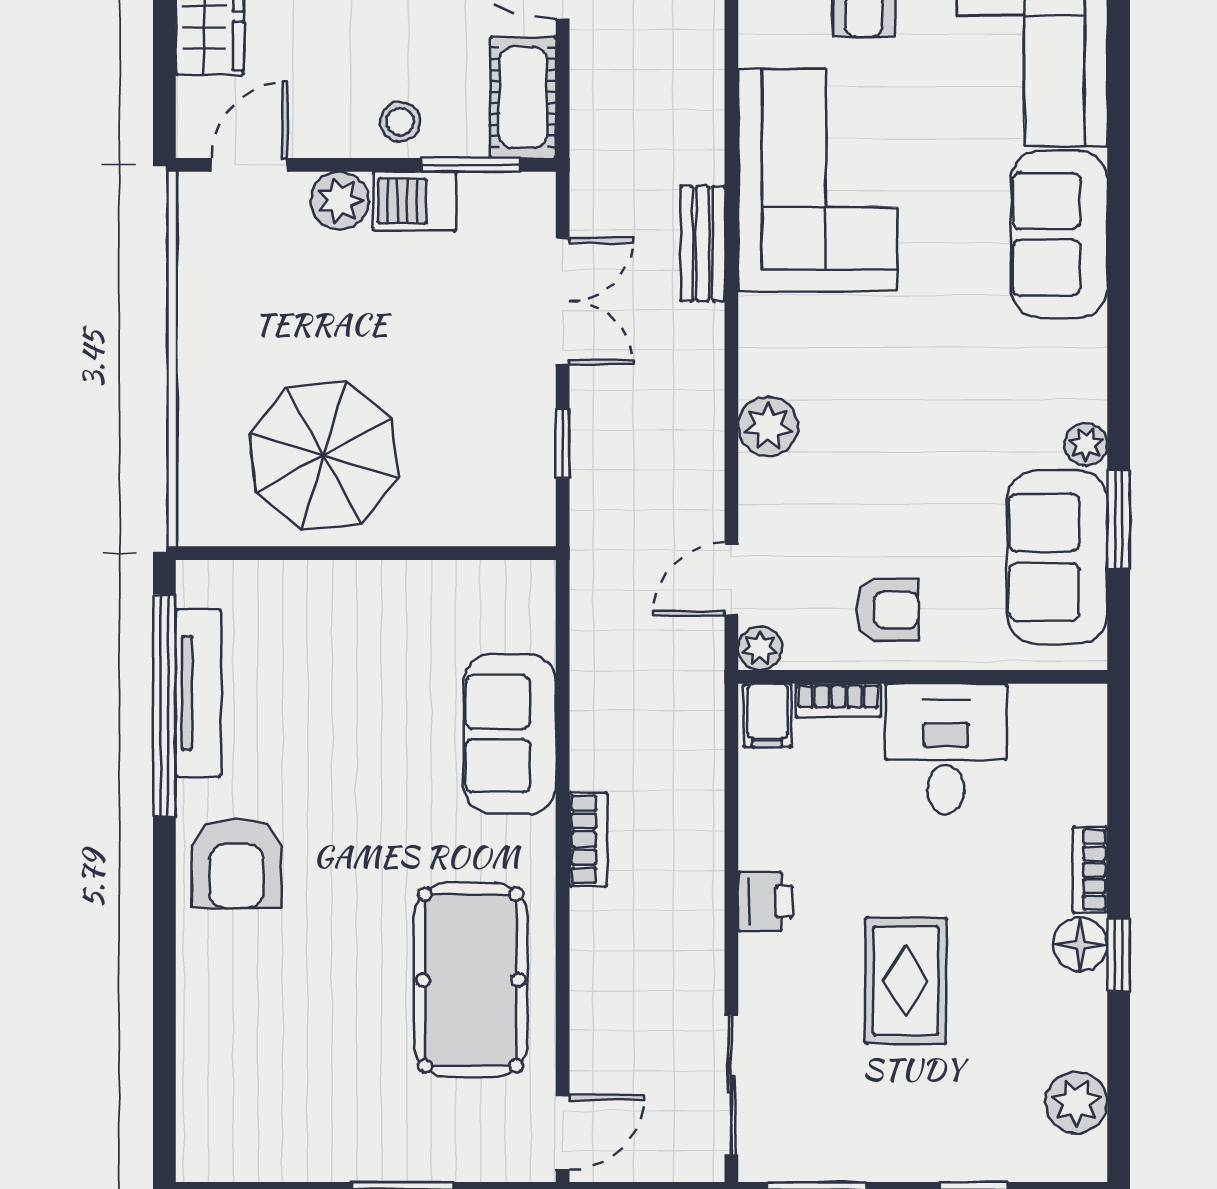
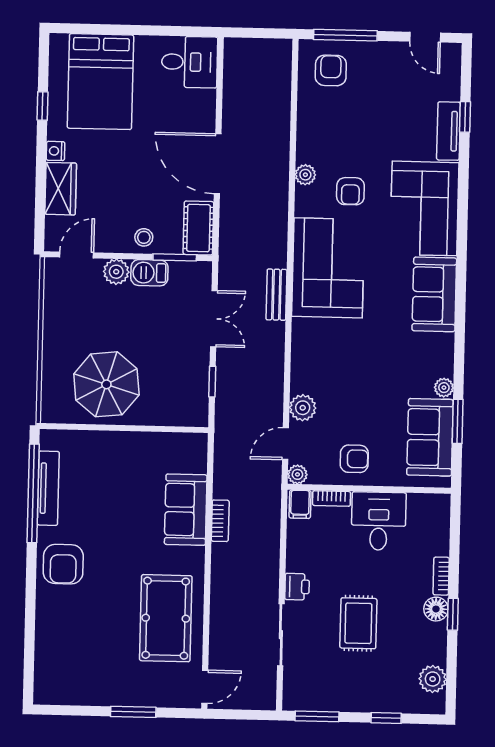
plant: (768, 426) -> (303, 408), moved
bookcase: (588, 839) -> (220, 521), moved
sliding door: (731, 1085) -> (281, 635), moved

